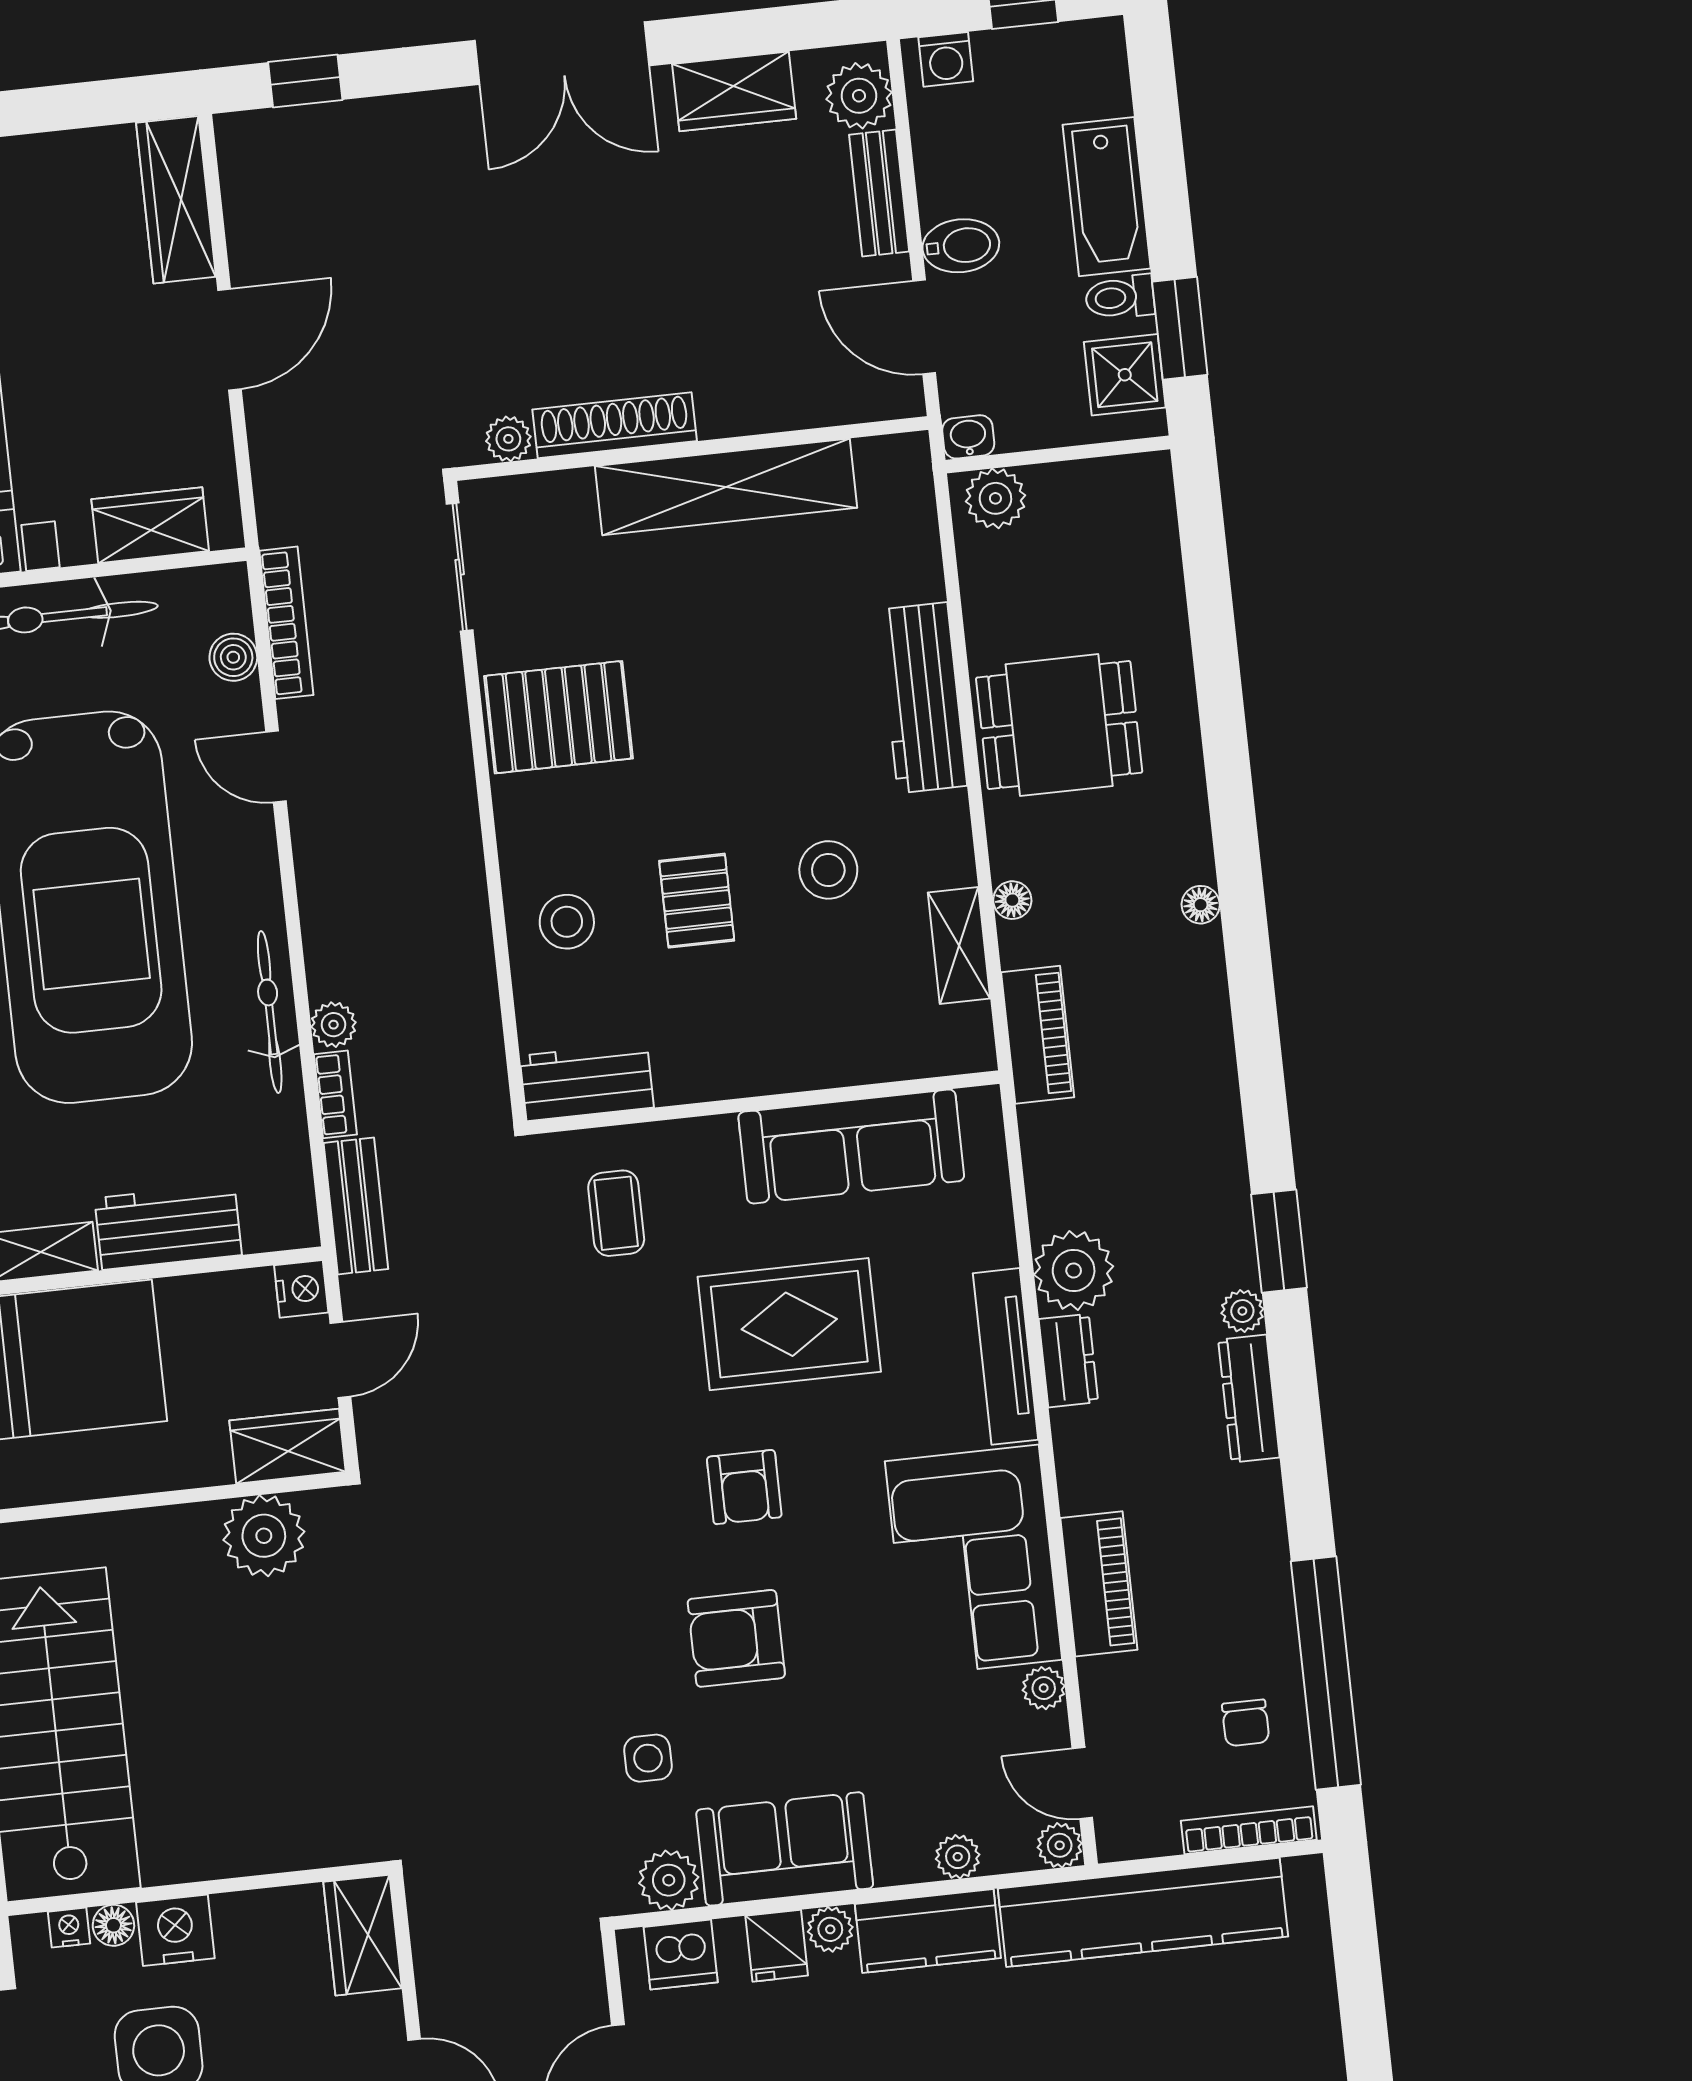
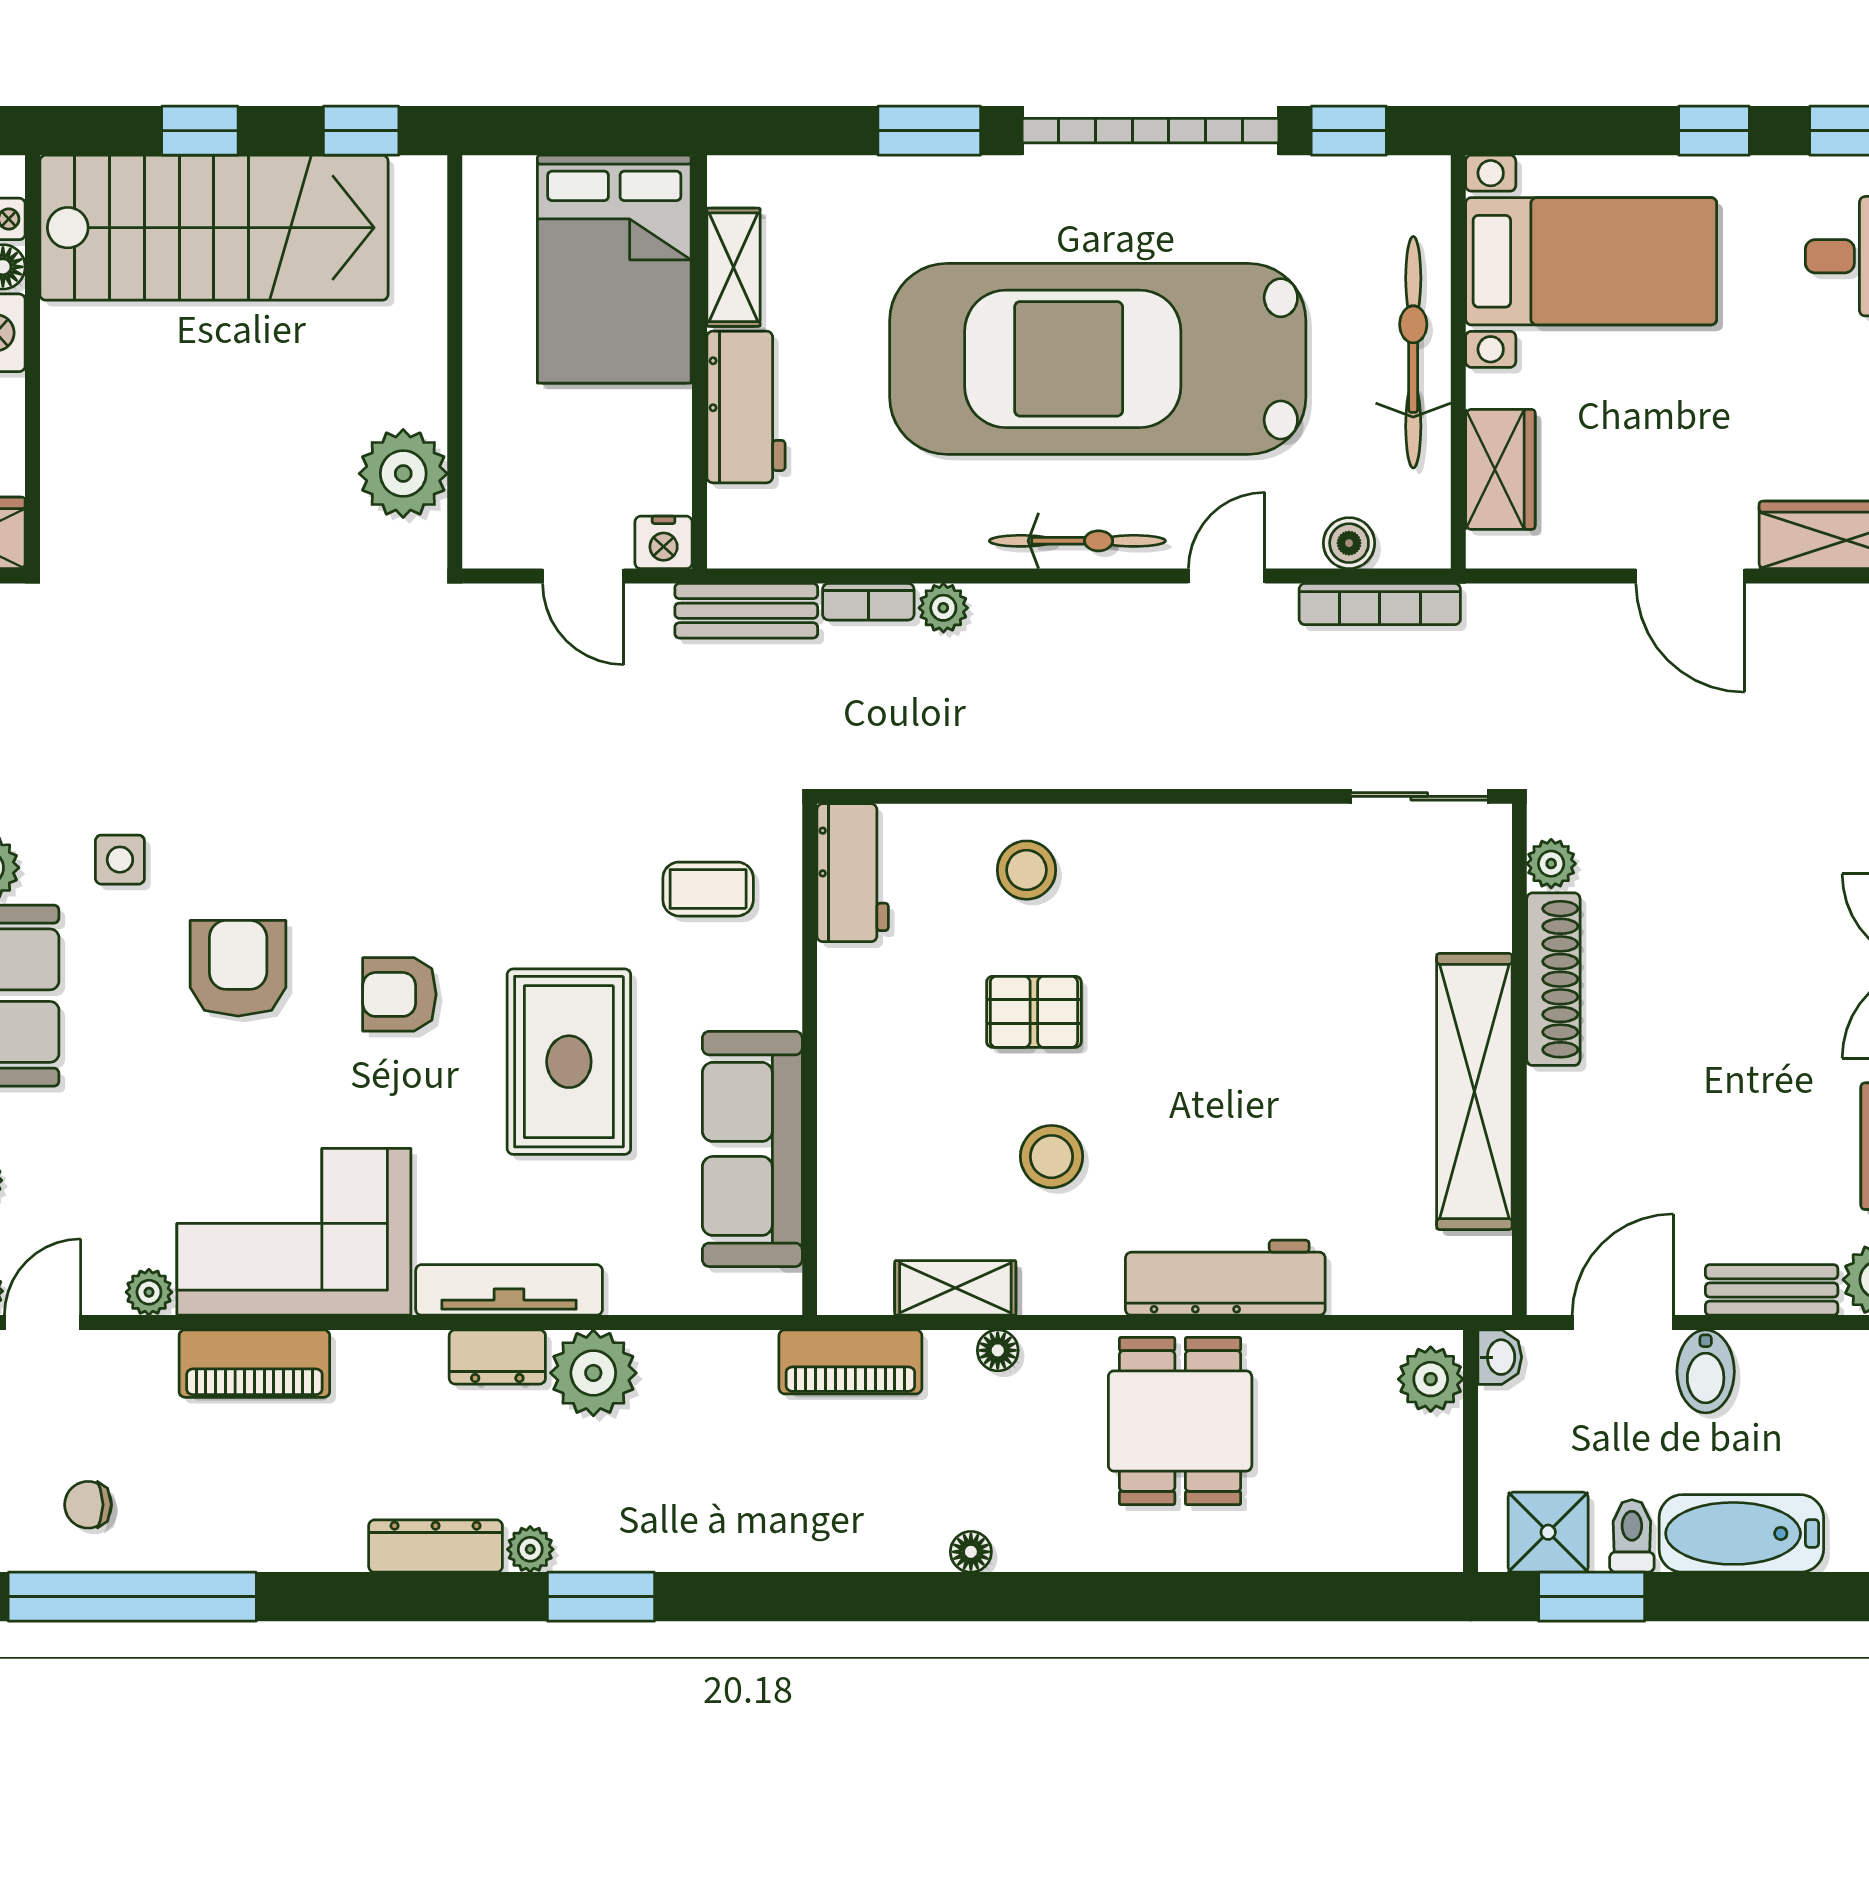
pallet: (559, 717) -> (1247, 885), removed
bicycle: (270, 1012) -> (1077, 541), moved
wardrobe: (288, 1446) -> (496, 509), removed

